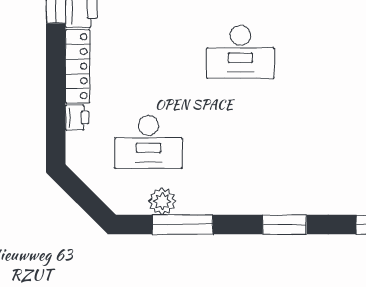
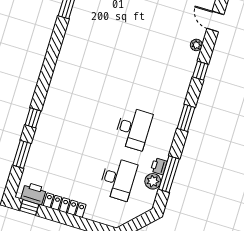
desk: (240, 52) -> (133, 128), moved
printer: (77, 118) -> (159, 166), moved, turned -90

